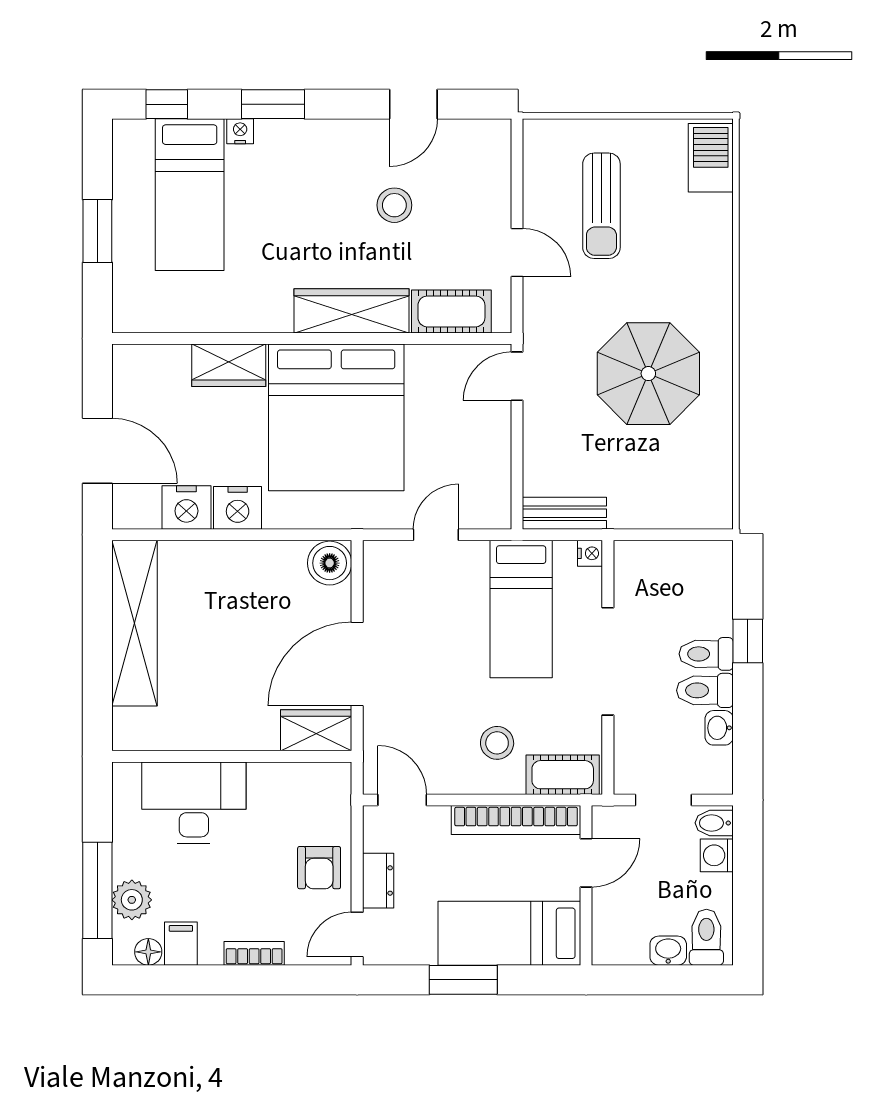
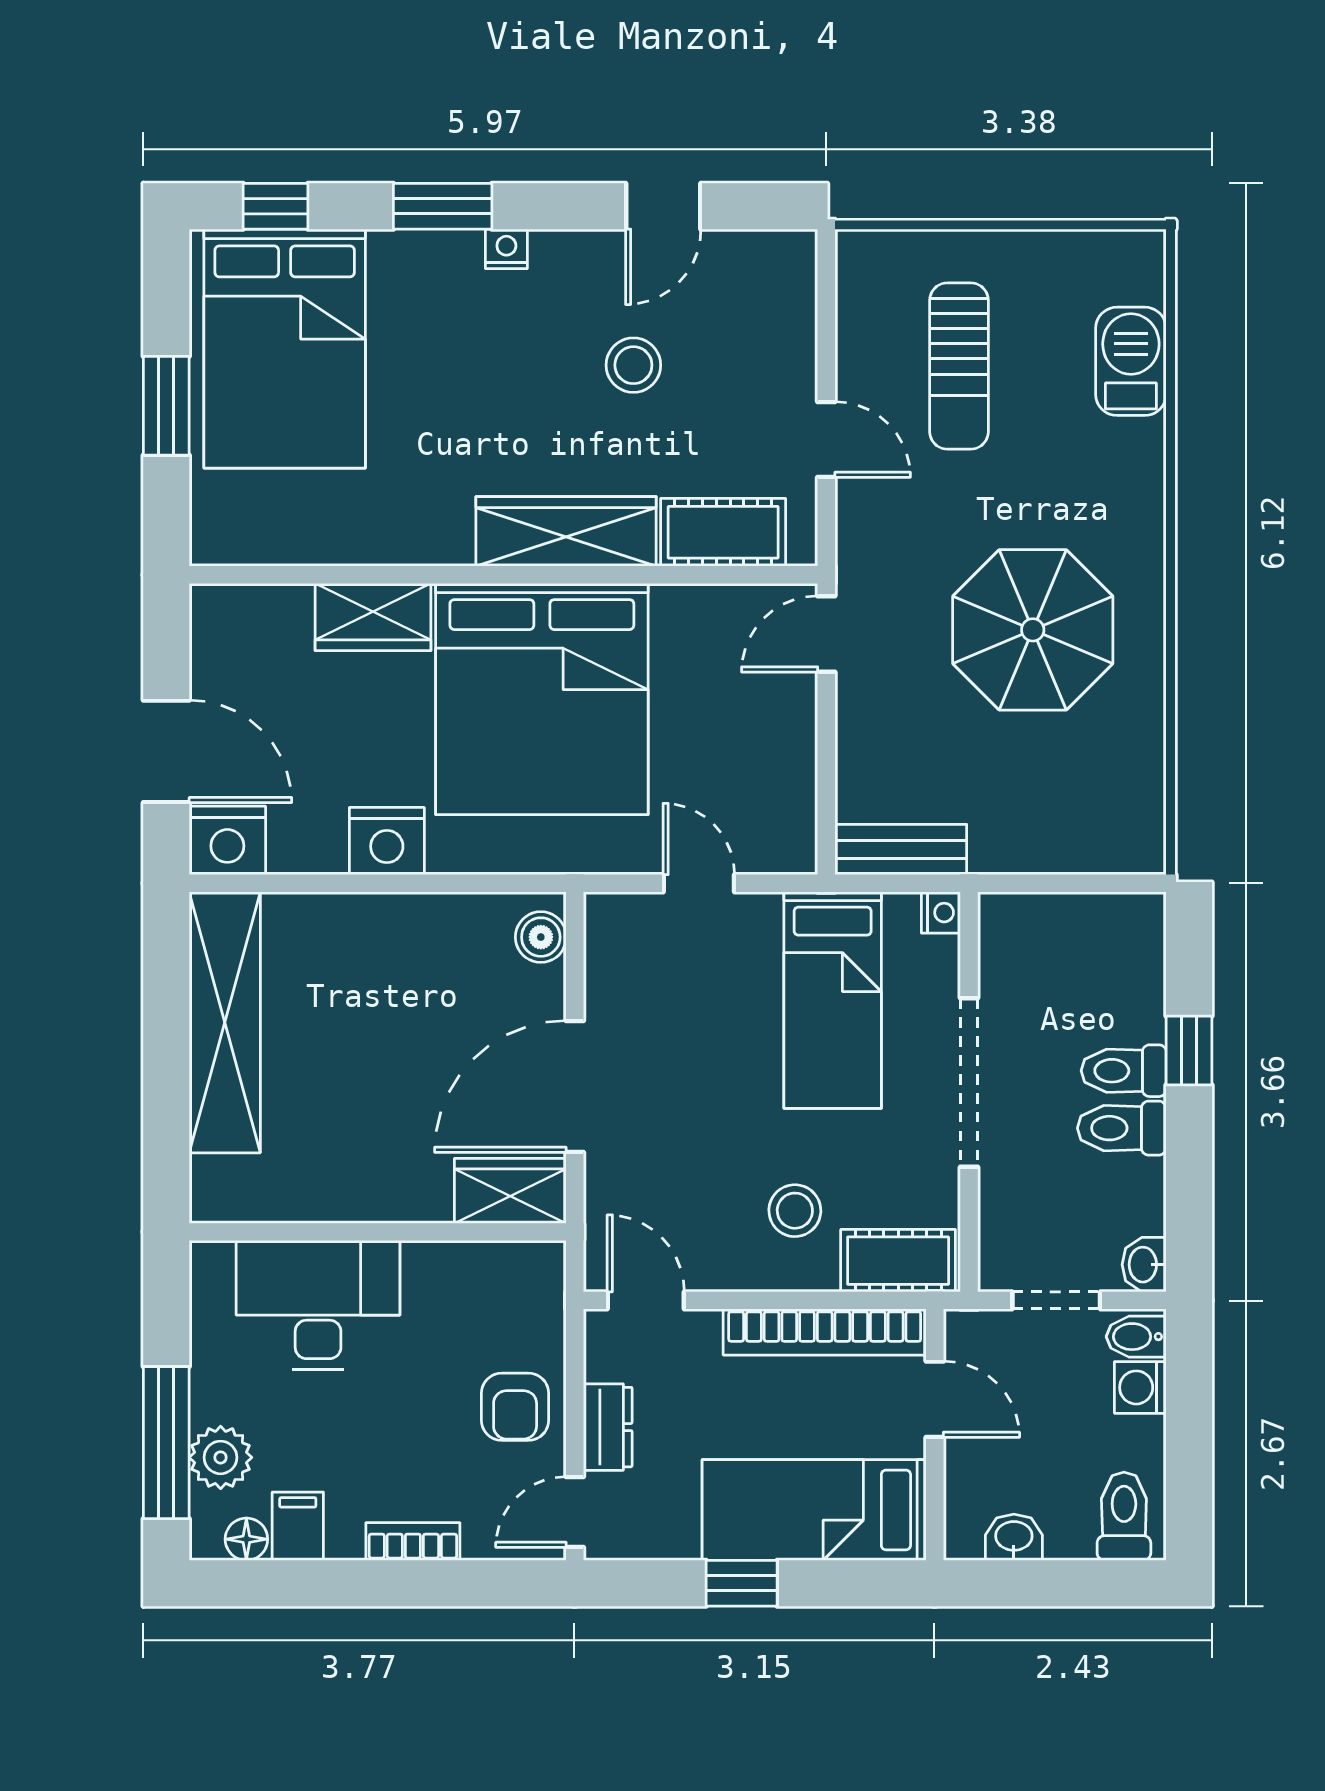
nightstand: (240, 131) -> (506, 249), moved
barbecue: (711, 158) -> (1131, 361), moved
bed: (190, 195) -> (285, 349), width x1.50
nightstand: (186, 507) -> (227, 840), moved
door: (436, 535) -> (699, 883), hinge flipped
boiler: (330, 563) -> (541, 937), width x0.73, depth x0.73
washbasin: (719, 728) -> (1144, 1265), moved
door: (586, 863) -> (935, 1399), hinge flipped
washbasin: (668, 951) -> (1014, 1537), moved
window: (463, 980) -> (742, 1583), width x0.67

